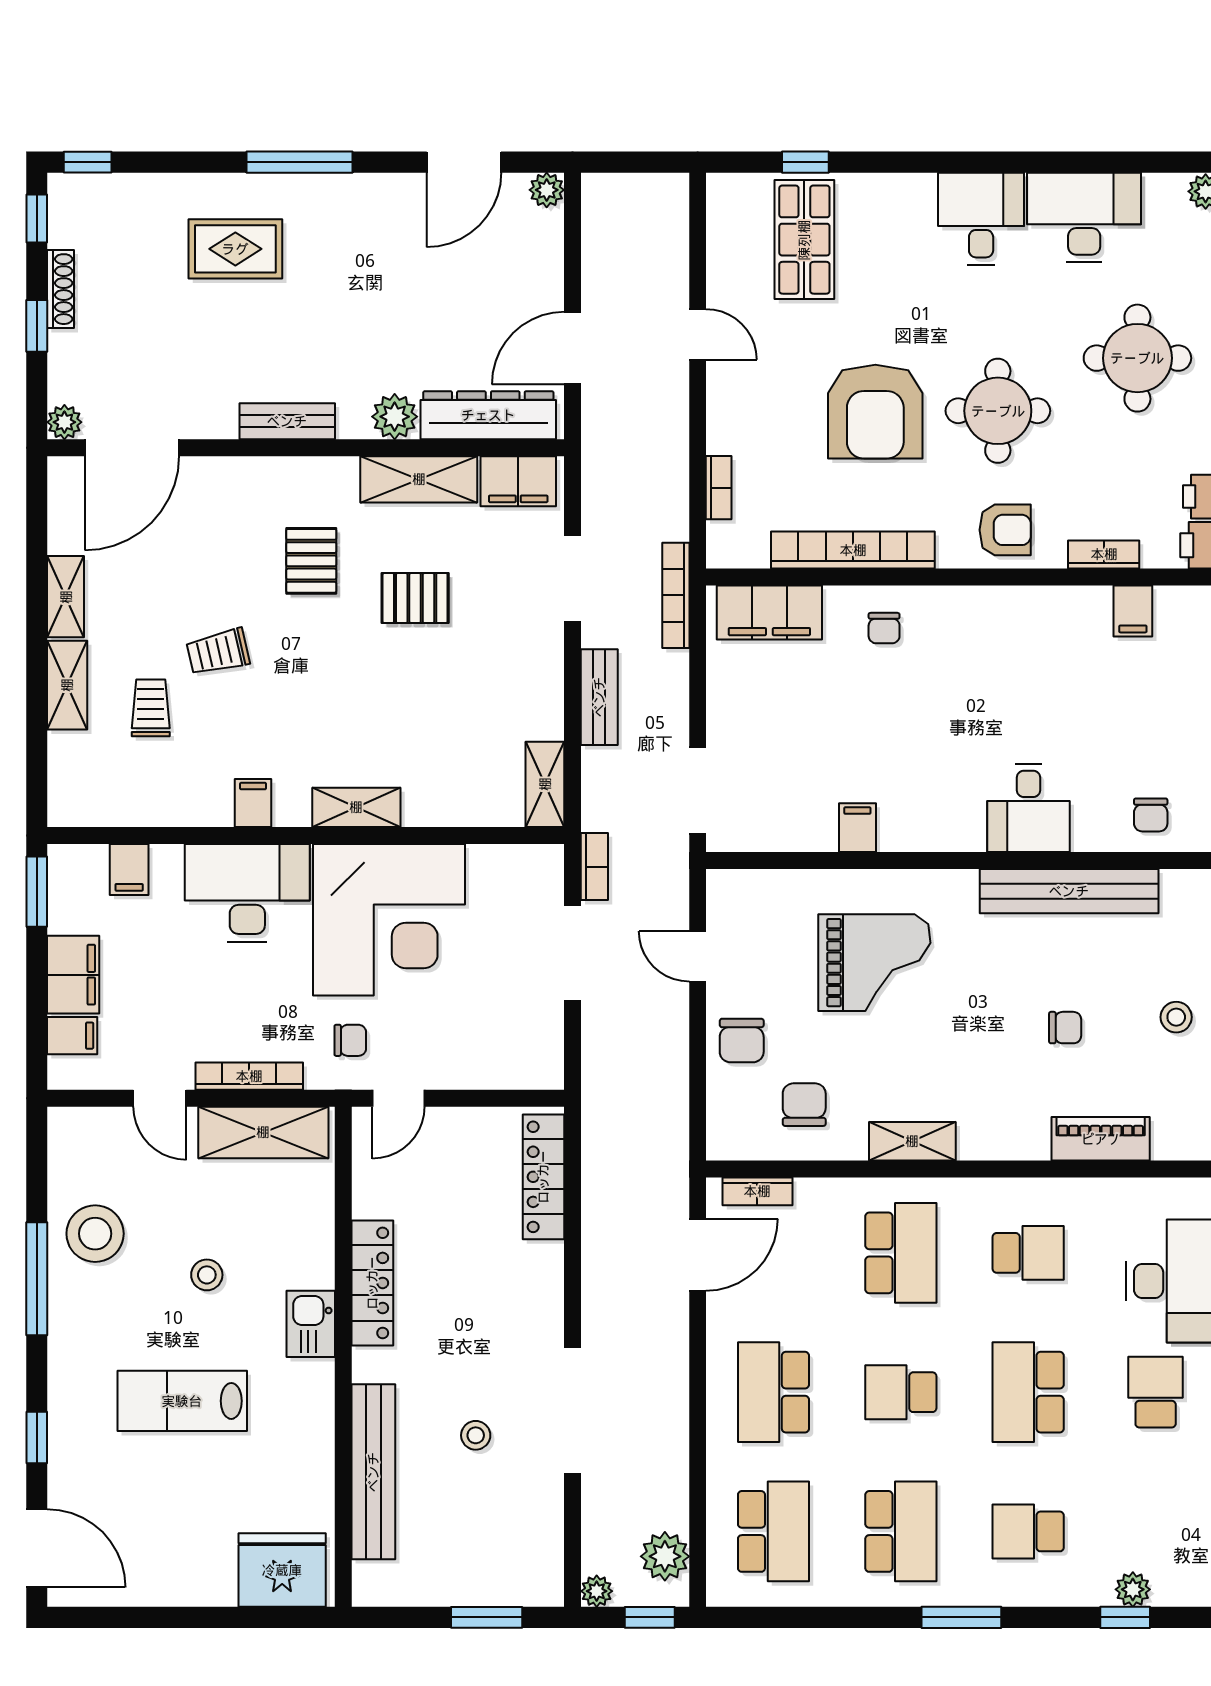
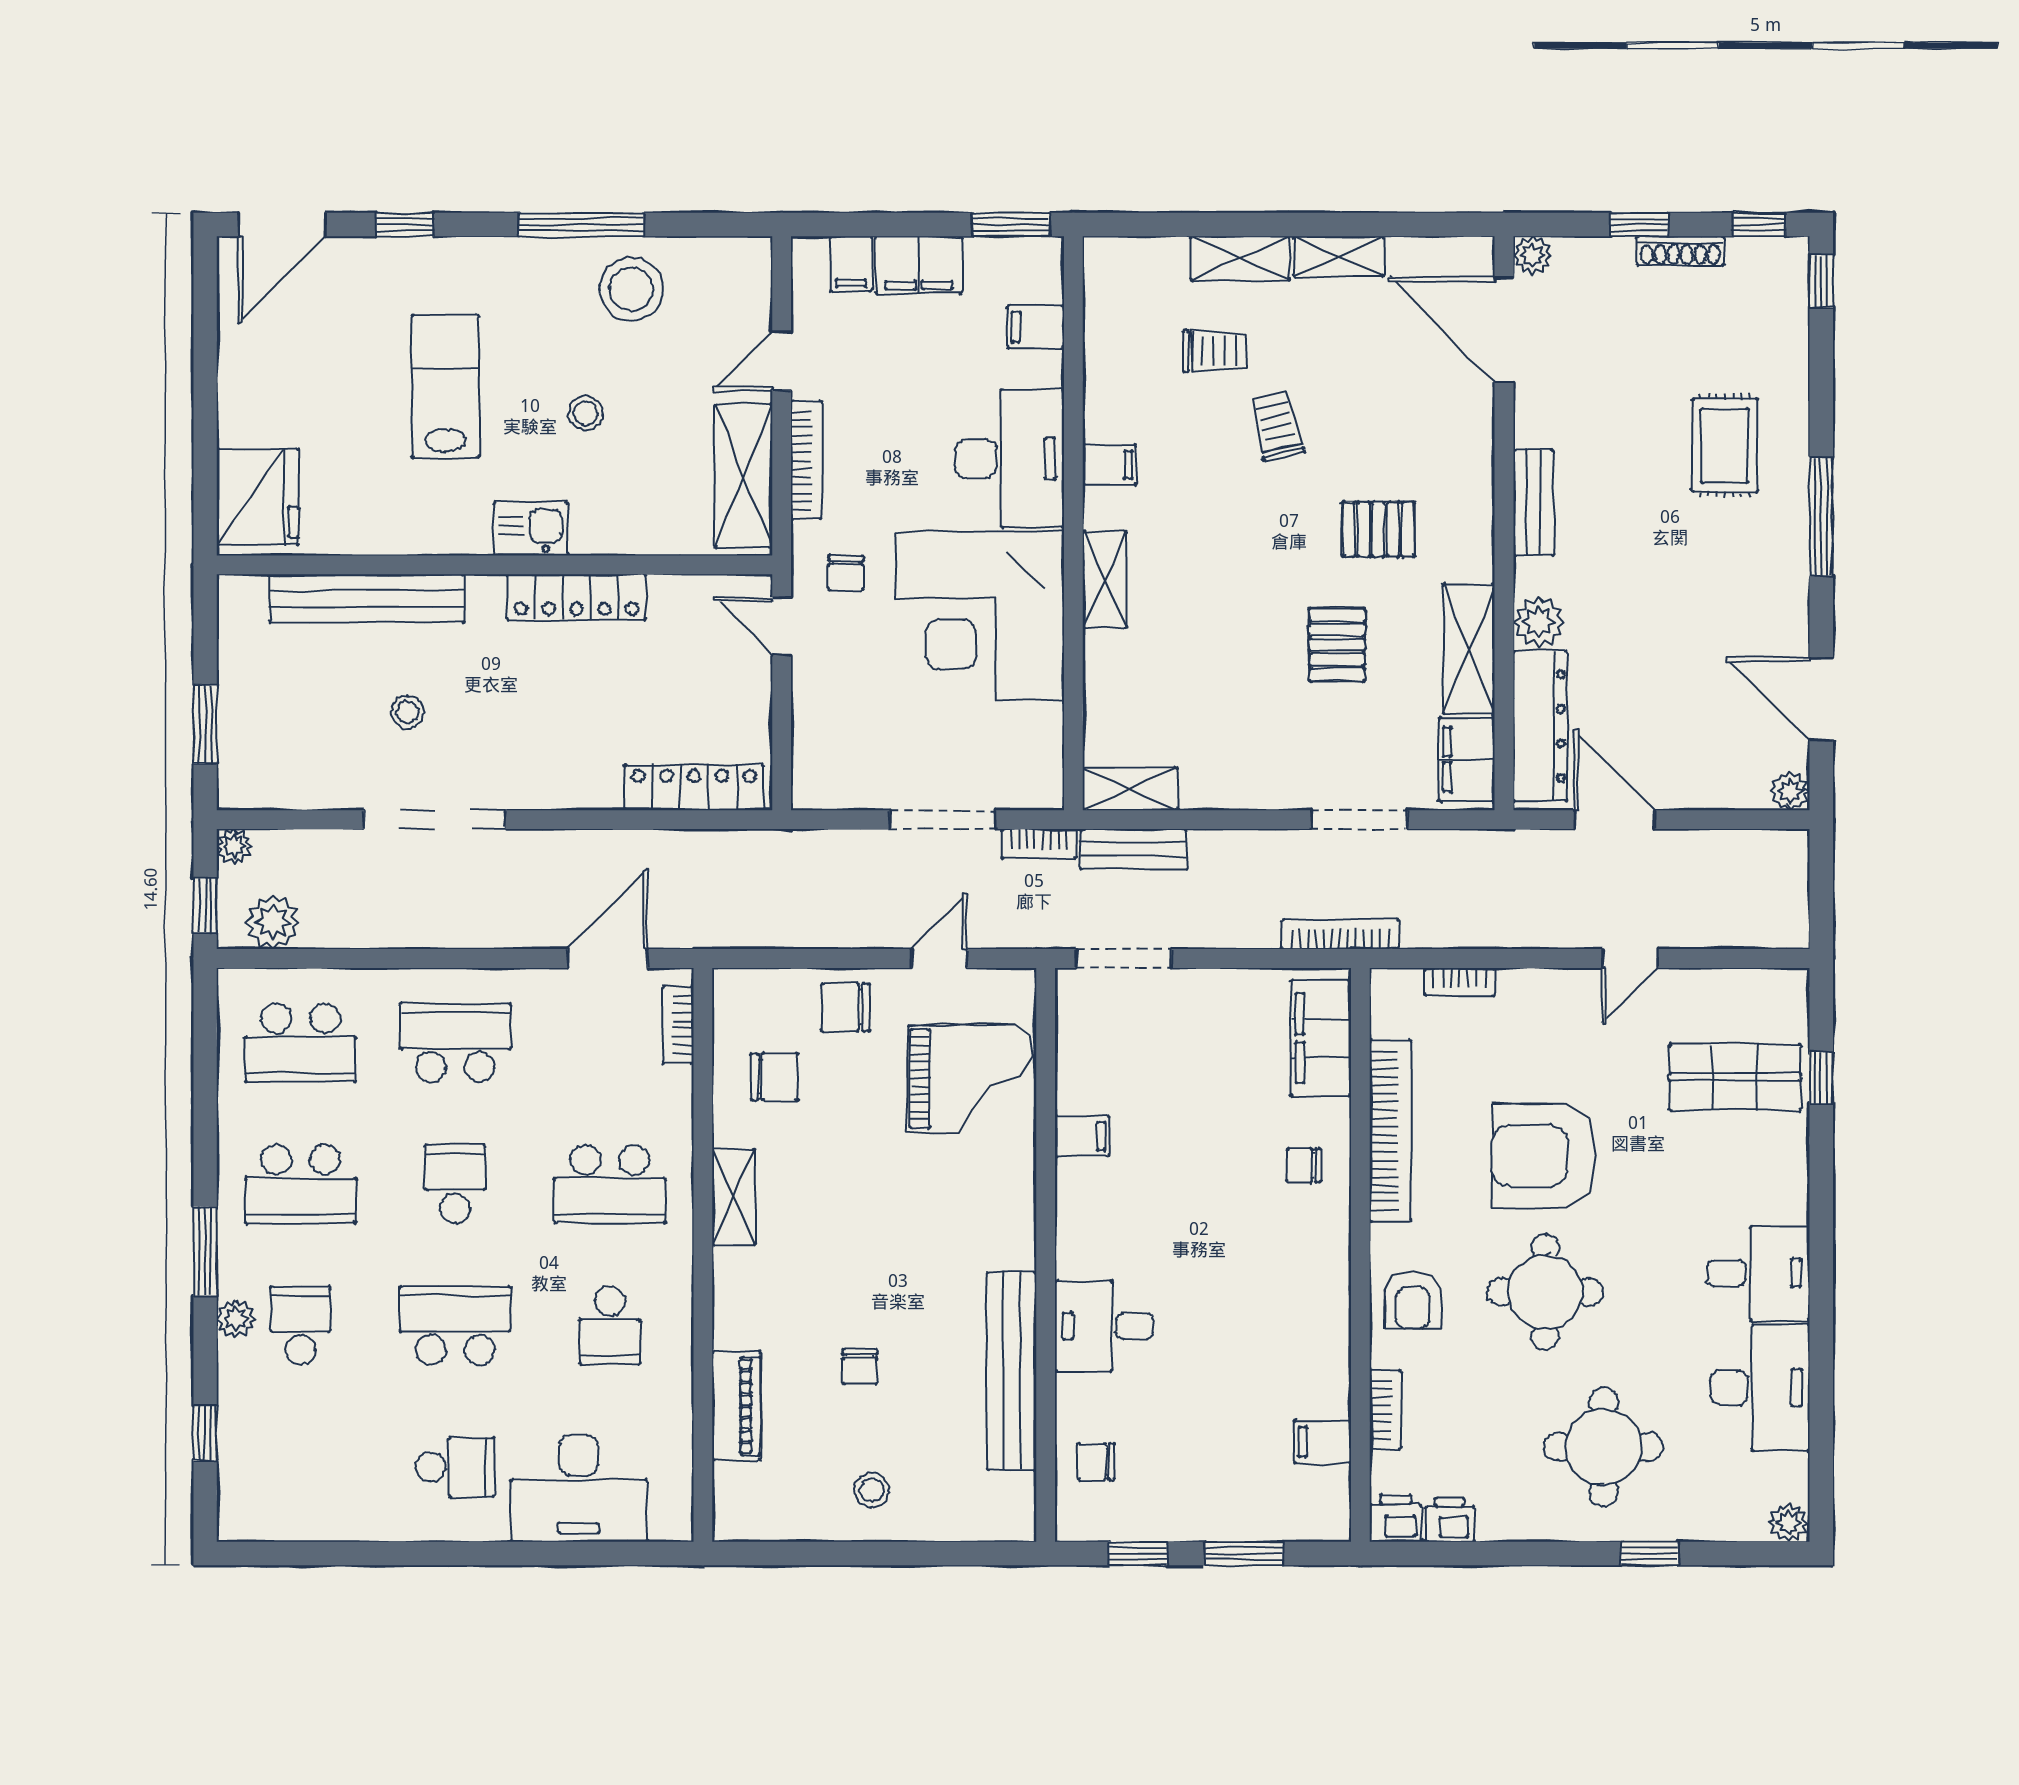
bench: (599, 697) -> (1133, 849), moved
grand piano: (874, 963) -> (970, 1079), moved, turned -90
door: (698, 1255) -> (608, 958), swing flipped
plant: (1133, 1589) -> (236, 1319), moved

